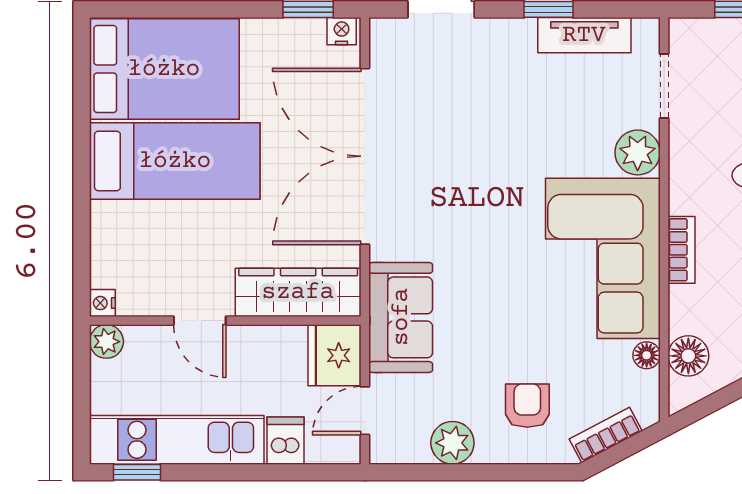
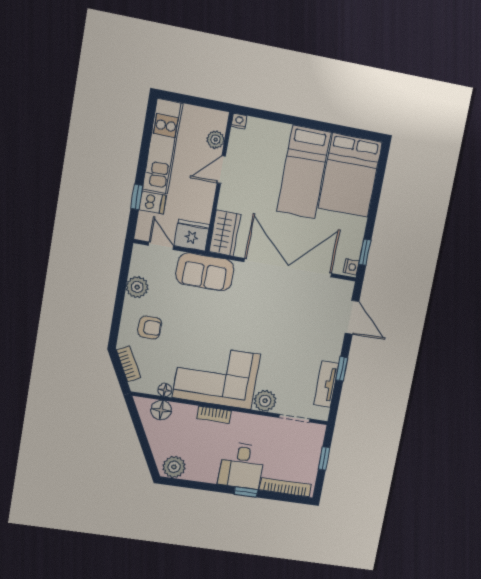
wardrobe: (298, 292) -> (225, 233), width x0.67
plant: (106, 342) -> (216, 140), moved
window: (137, 472) -> (137, 197), moved

